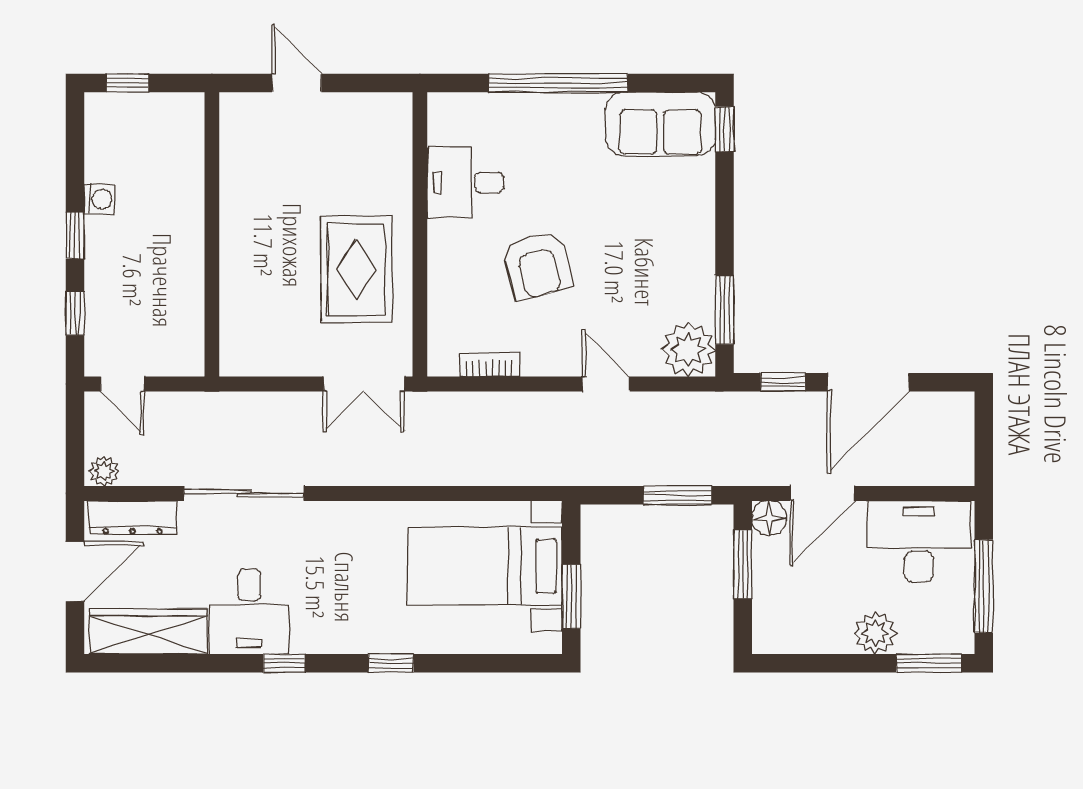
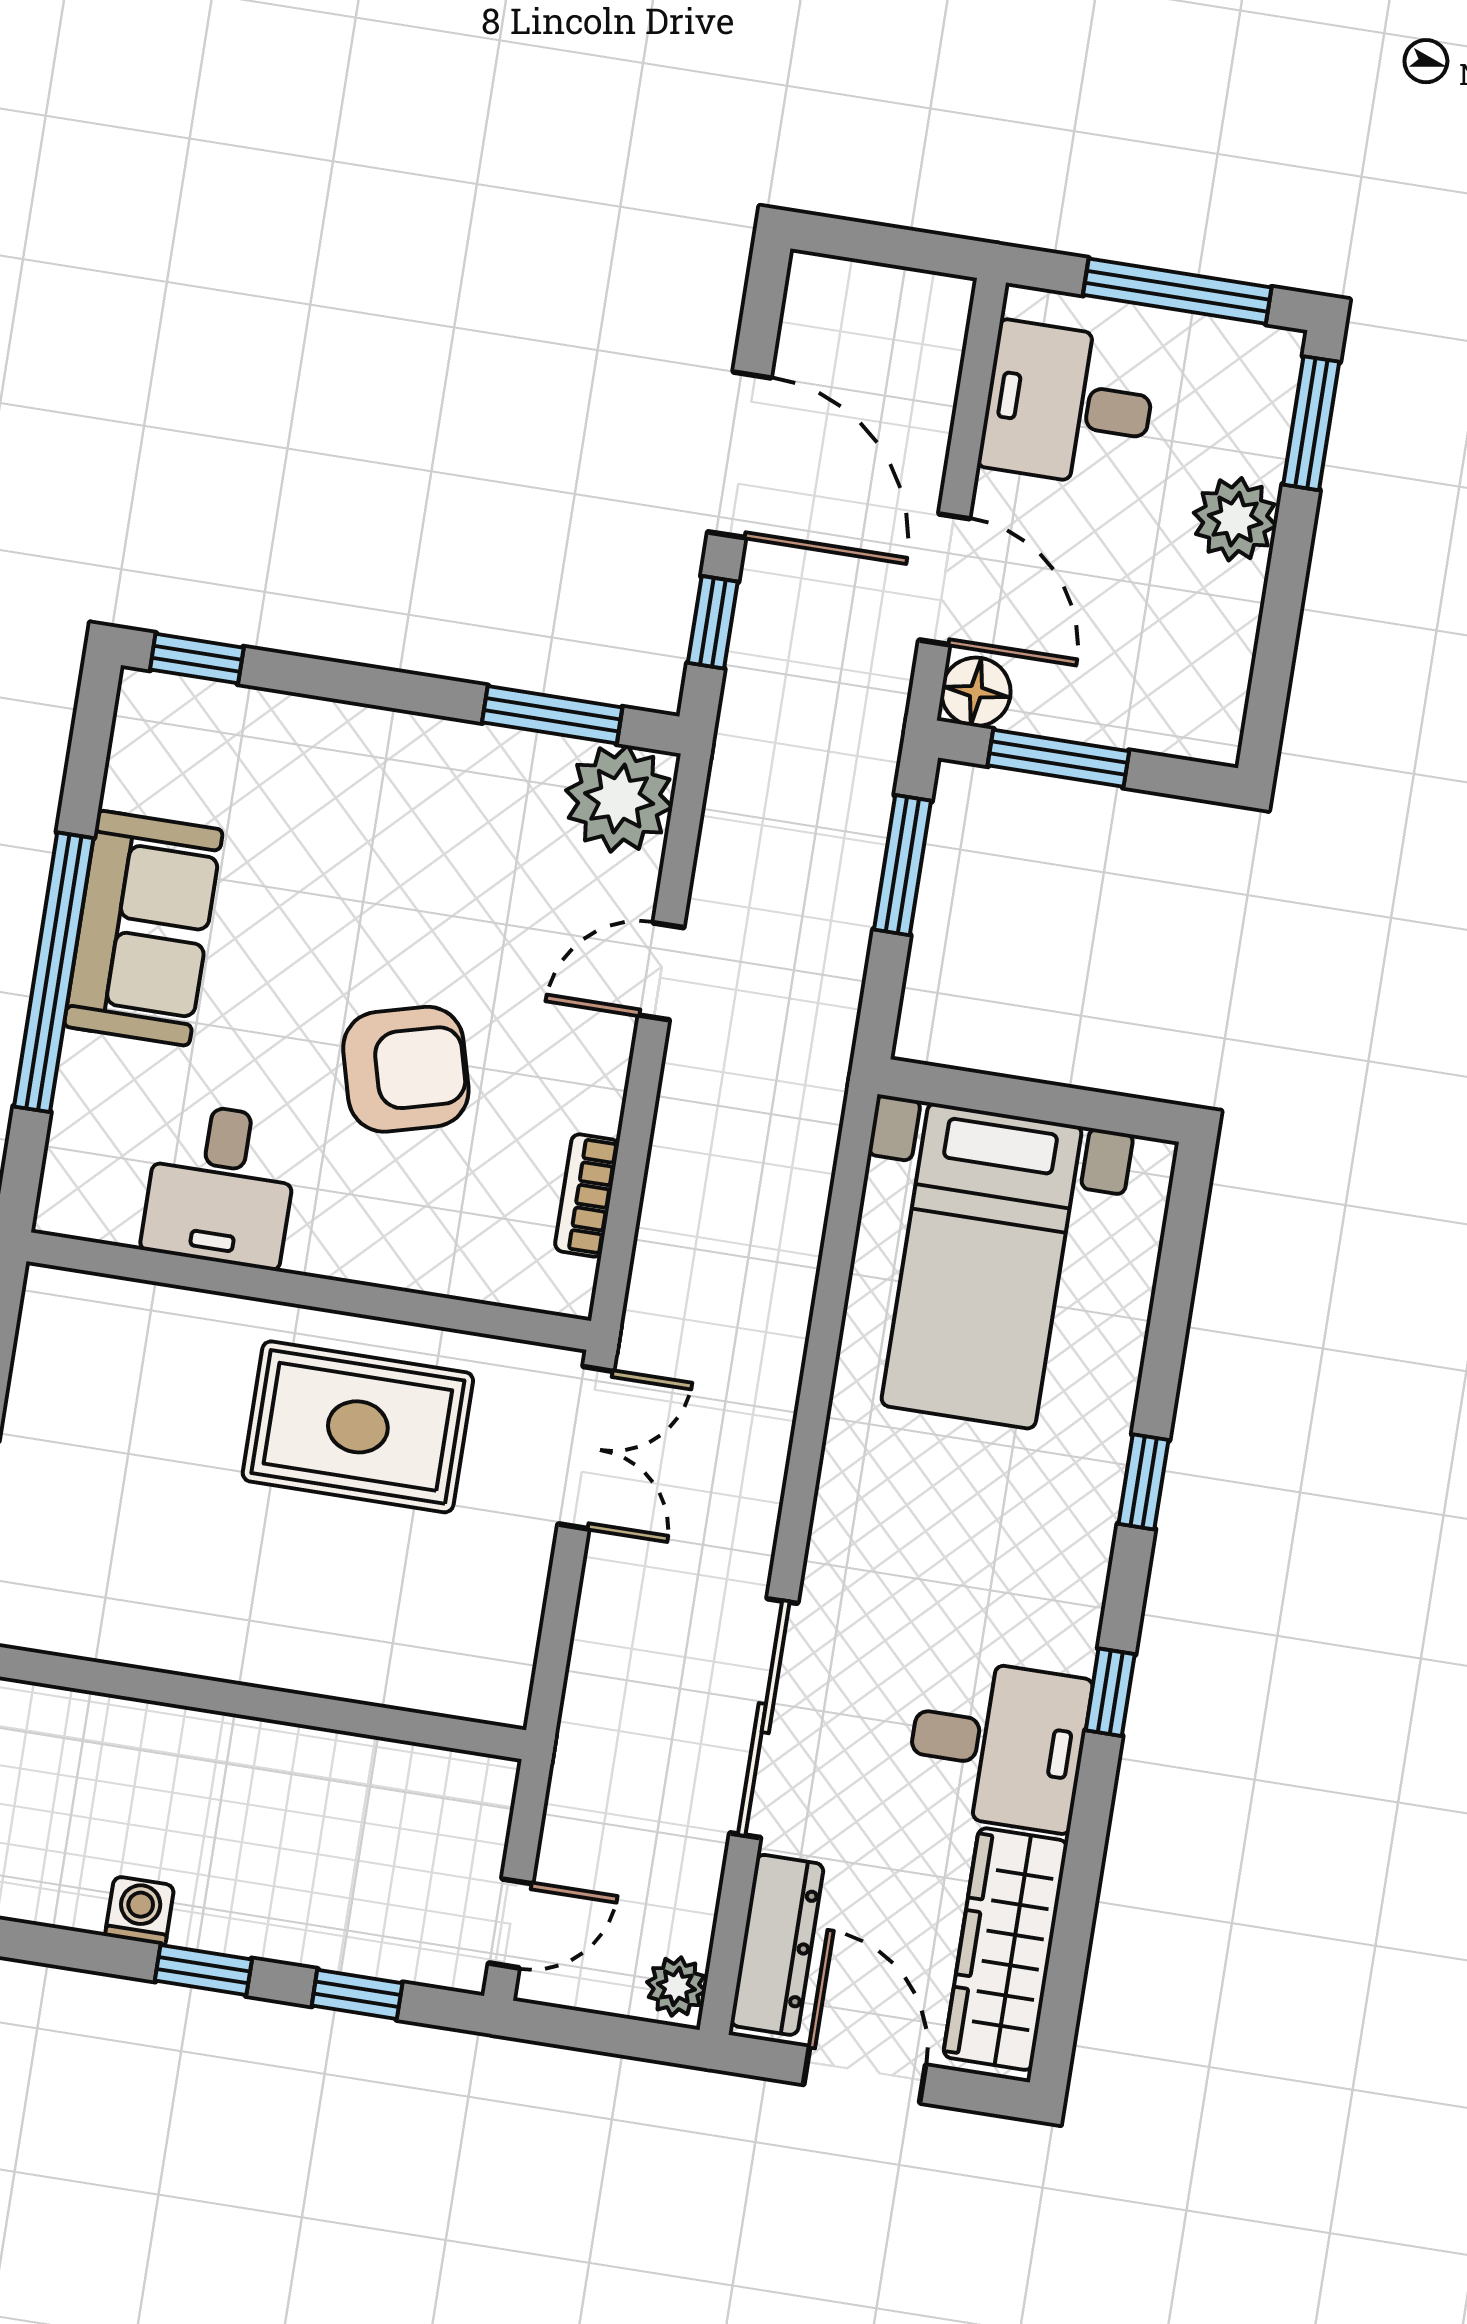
sofa: (660, 124) -> (143, 928), moved
desk: (919, 541) -> (1069, 405), width x0.73
window: (571, 597) -> (1069, 1106), removed

